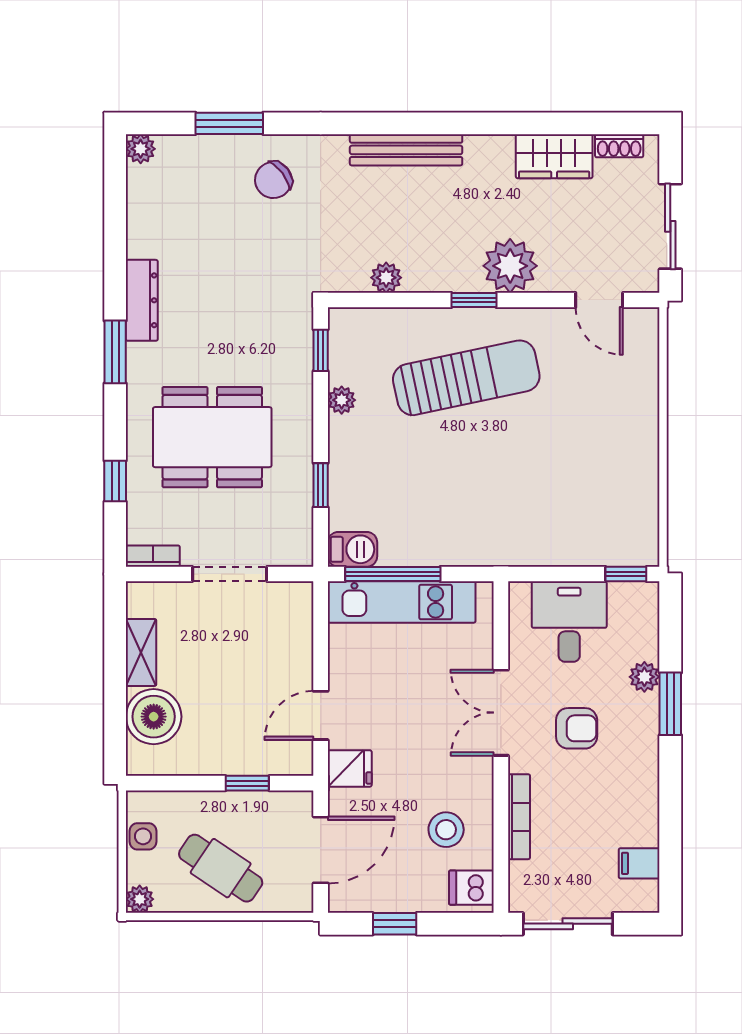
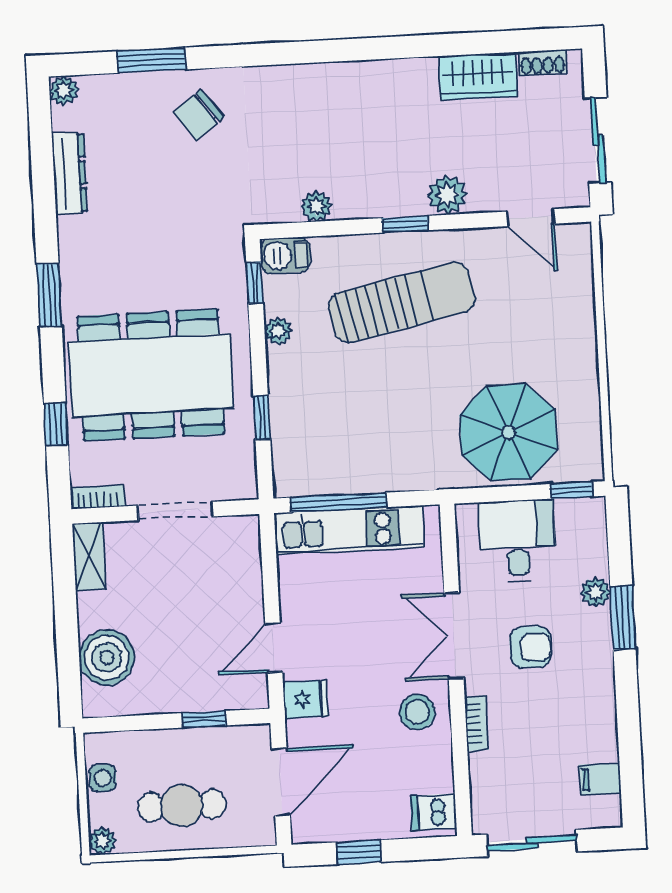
bench: (406, 150) -> (330, 78), removed
plant: (510, 266) -> (447, 195), width x0.73, depth x0.73
dresser: (142, 300) -> (70, 173), moved
dining table: (212, 437) -> (151, 375), width x1.36, depth x1.24
parasol: (566, 513) -> (508, 432), added
barbecue: (352, 549) -> (285, 255), moved, turned 180
shelving: (141, 652) -> (89, 557), moved
bookcase: (519, 817) -> (477, 723), width x0.64
stool: (446, 830) -> (417, 712), moved
cafe table: (221, 868) -> (182, 806), turned -34

